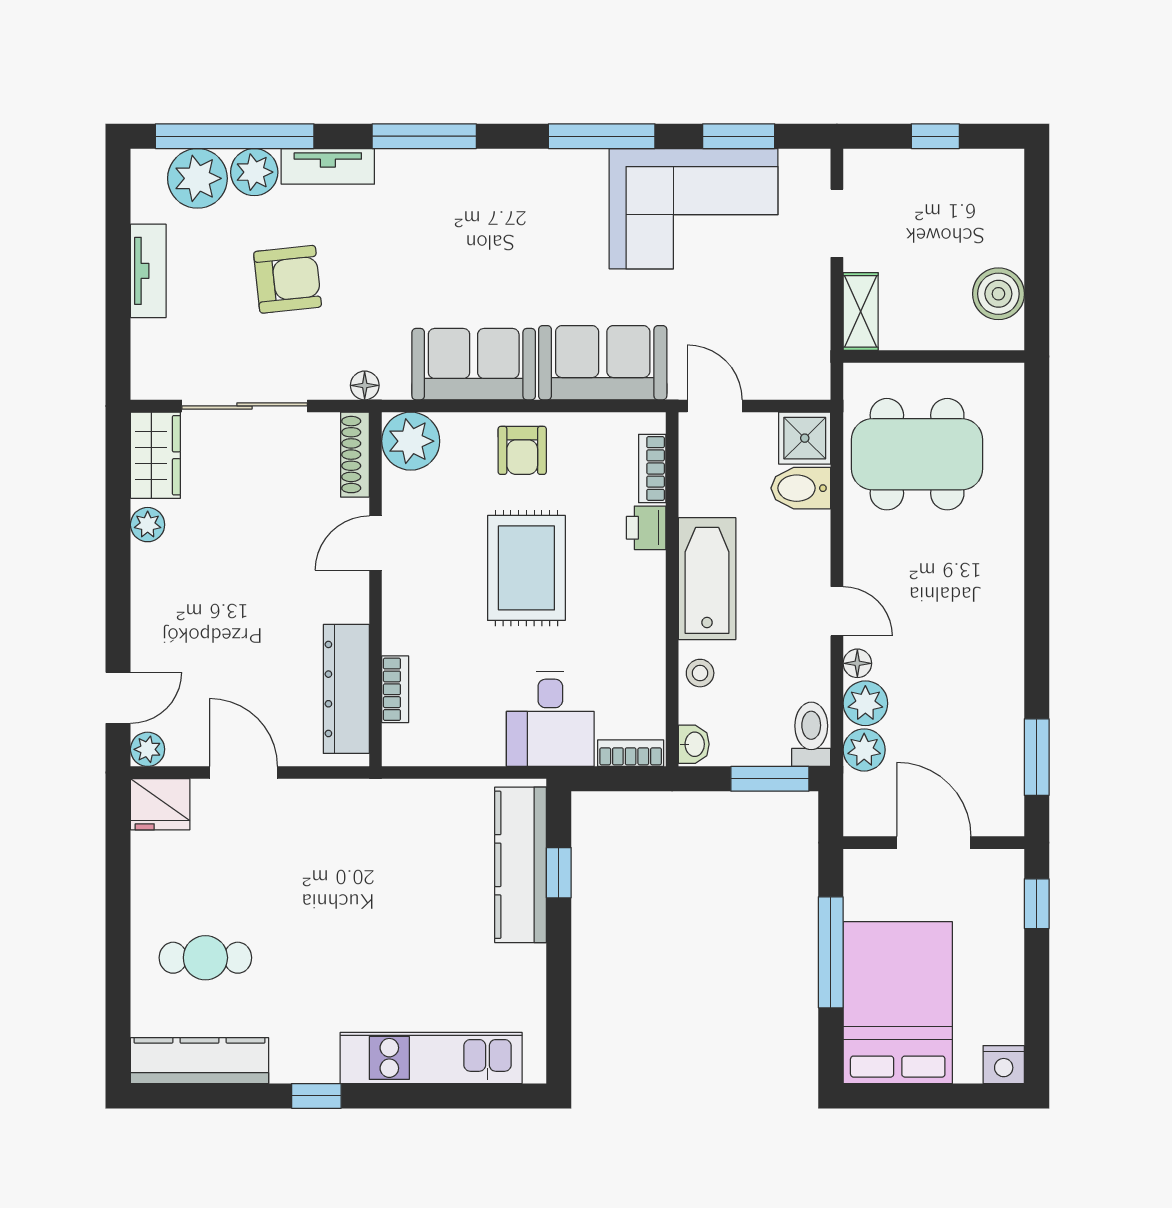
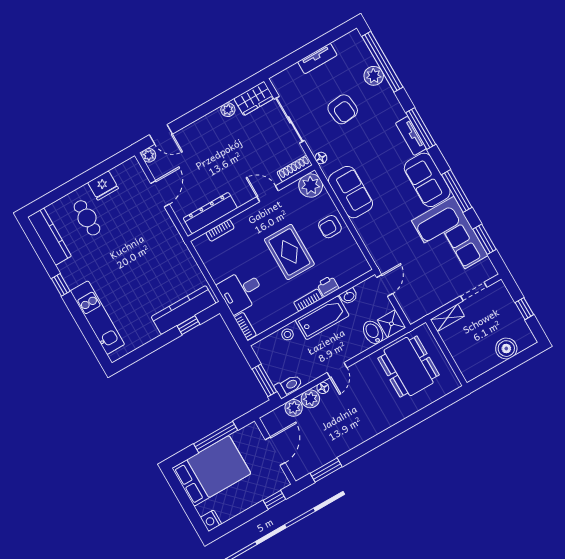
tv unit: (328, 166) -> (411, 136), moved
plant: (197, 178) -> (360, 57), removed
boiler: (998, 294) -> (506, 349), moved
sofa: (603, 363) -> (427, 180), moved, turned 180
bookcase: (652, 469) -> (308, 300), moved
rug: (526, 568) -> (289, 252), turned 90
washbasin: (694, 744) -> (349, 296), moved
fridge: (160, 804) -> (103, 185), moved, turned -90

